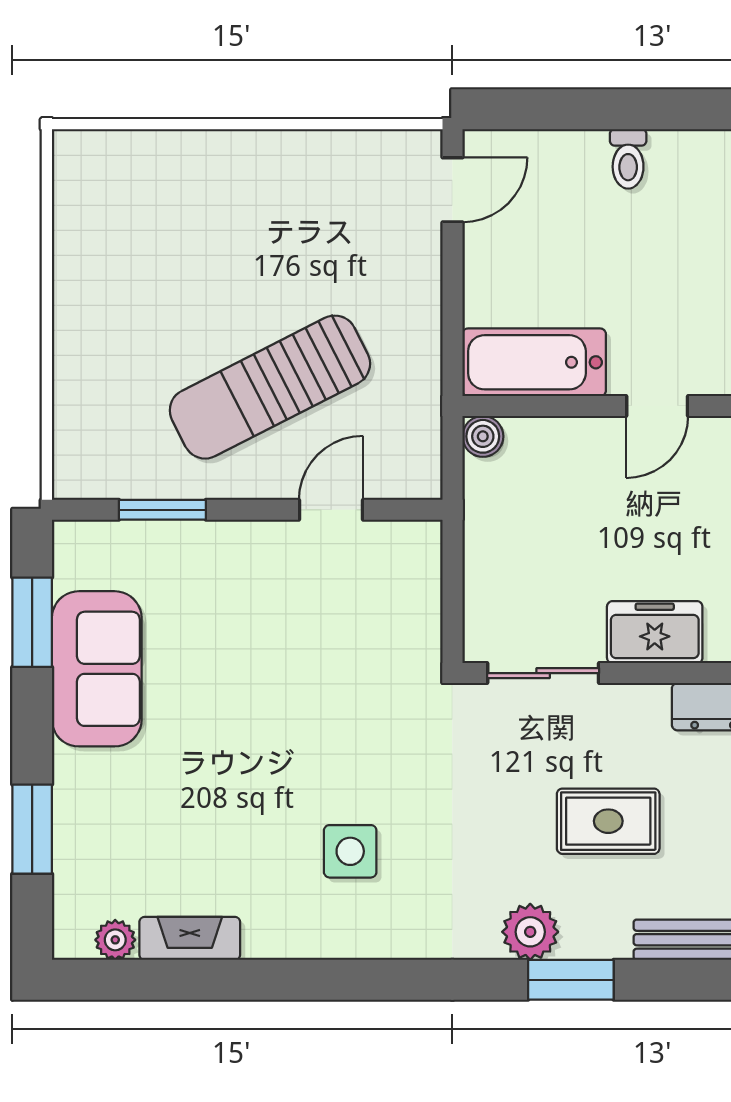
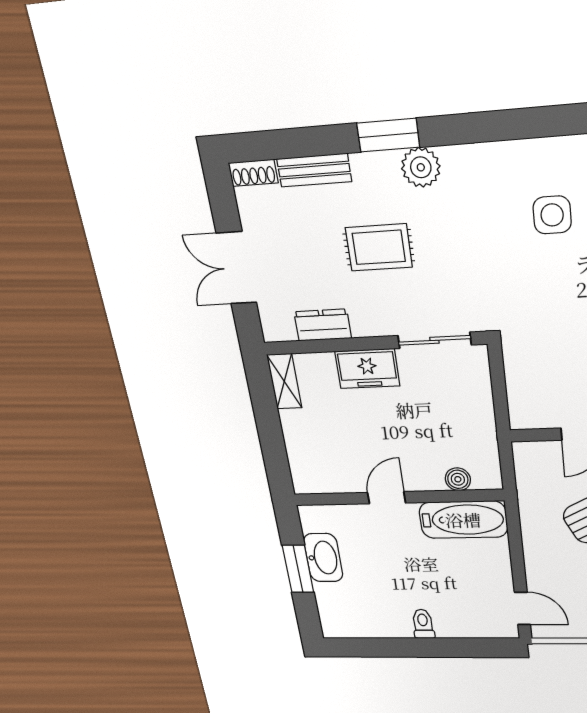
door: (452, 190) -> (522, 608), swing flipped
boiler: (483, 436) -> (458, 479), moved

